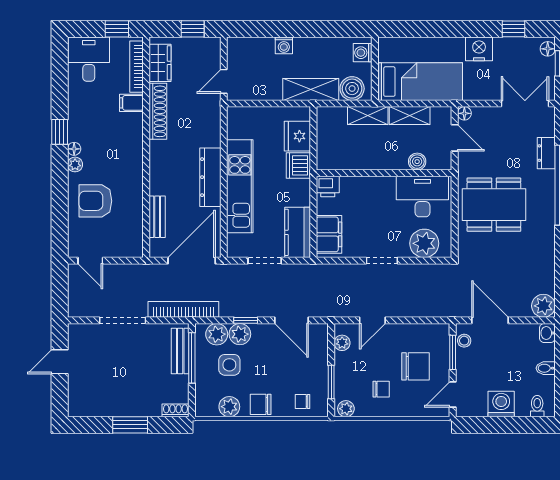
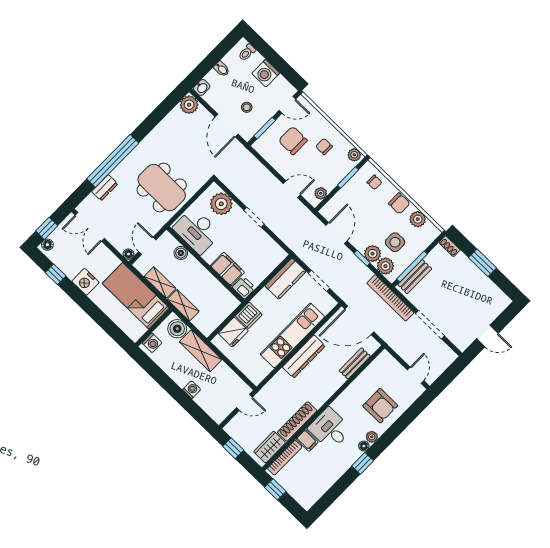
desk: (89, 59) -> (330, 429), moved, turned 90
filing cabinet: (329, 234) -> (227, 269), moved, turned 90
stool: (464, 341) -> (247, 107), moved

